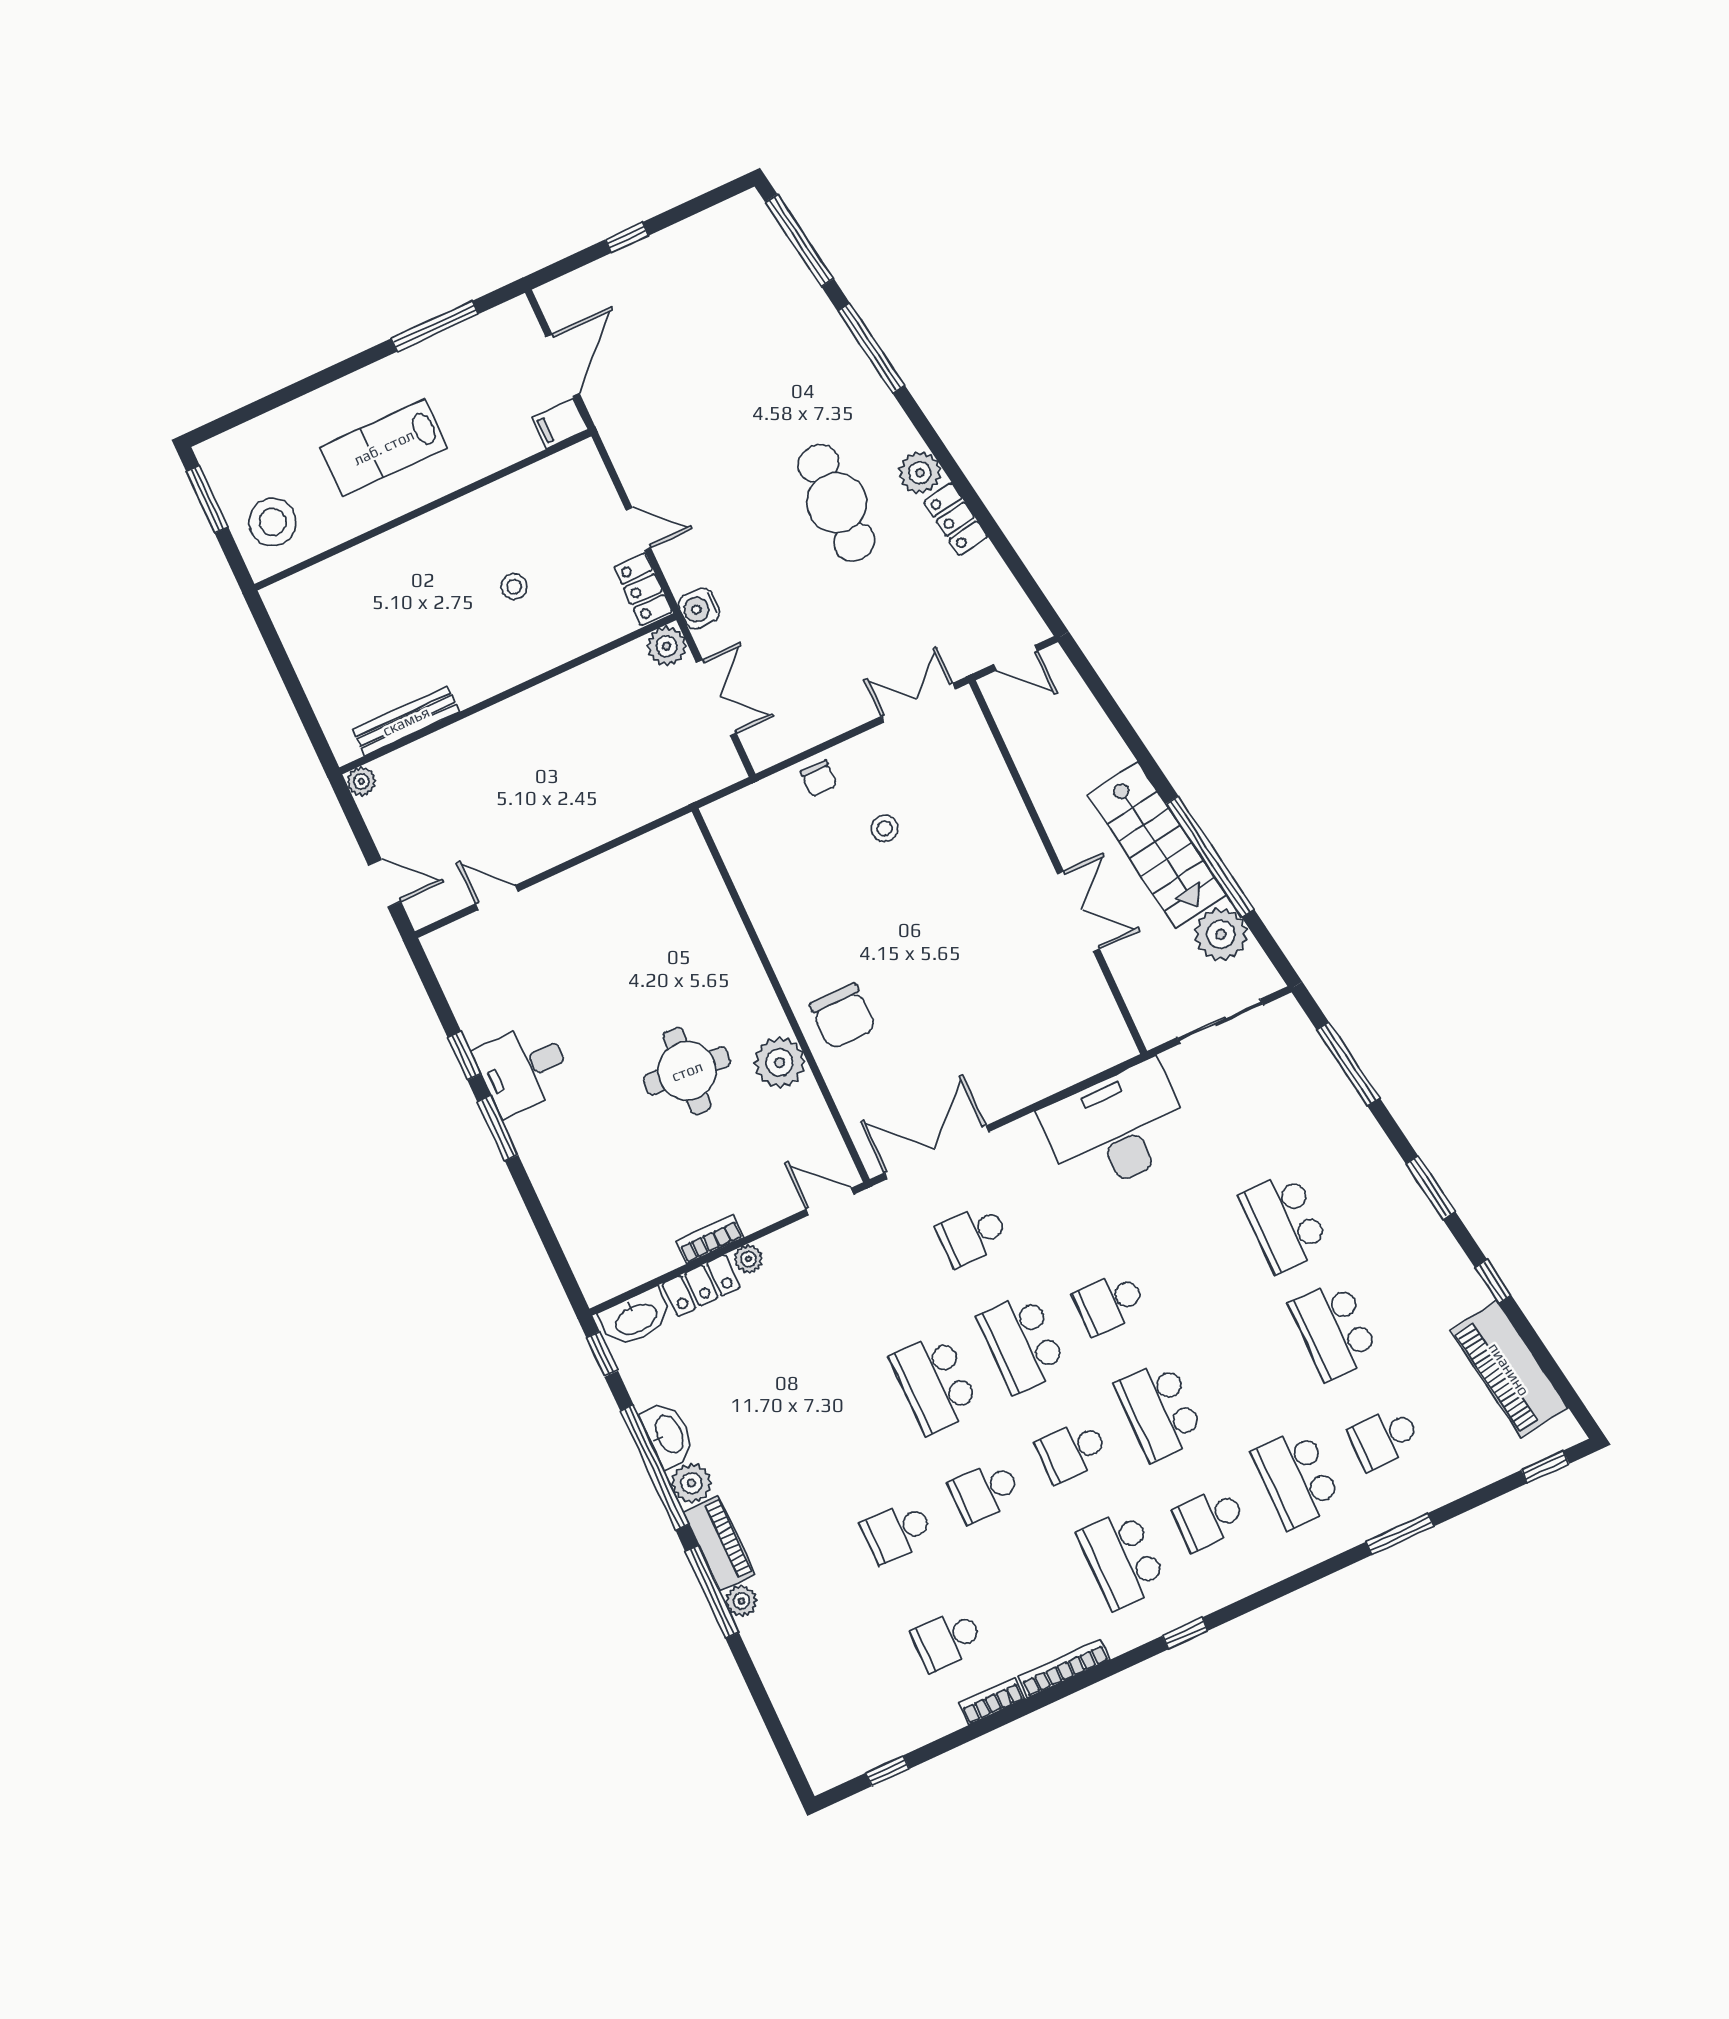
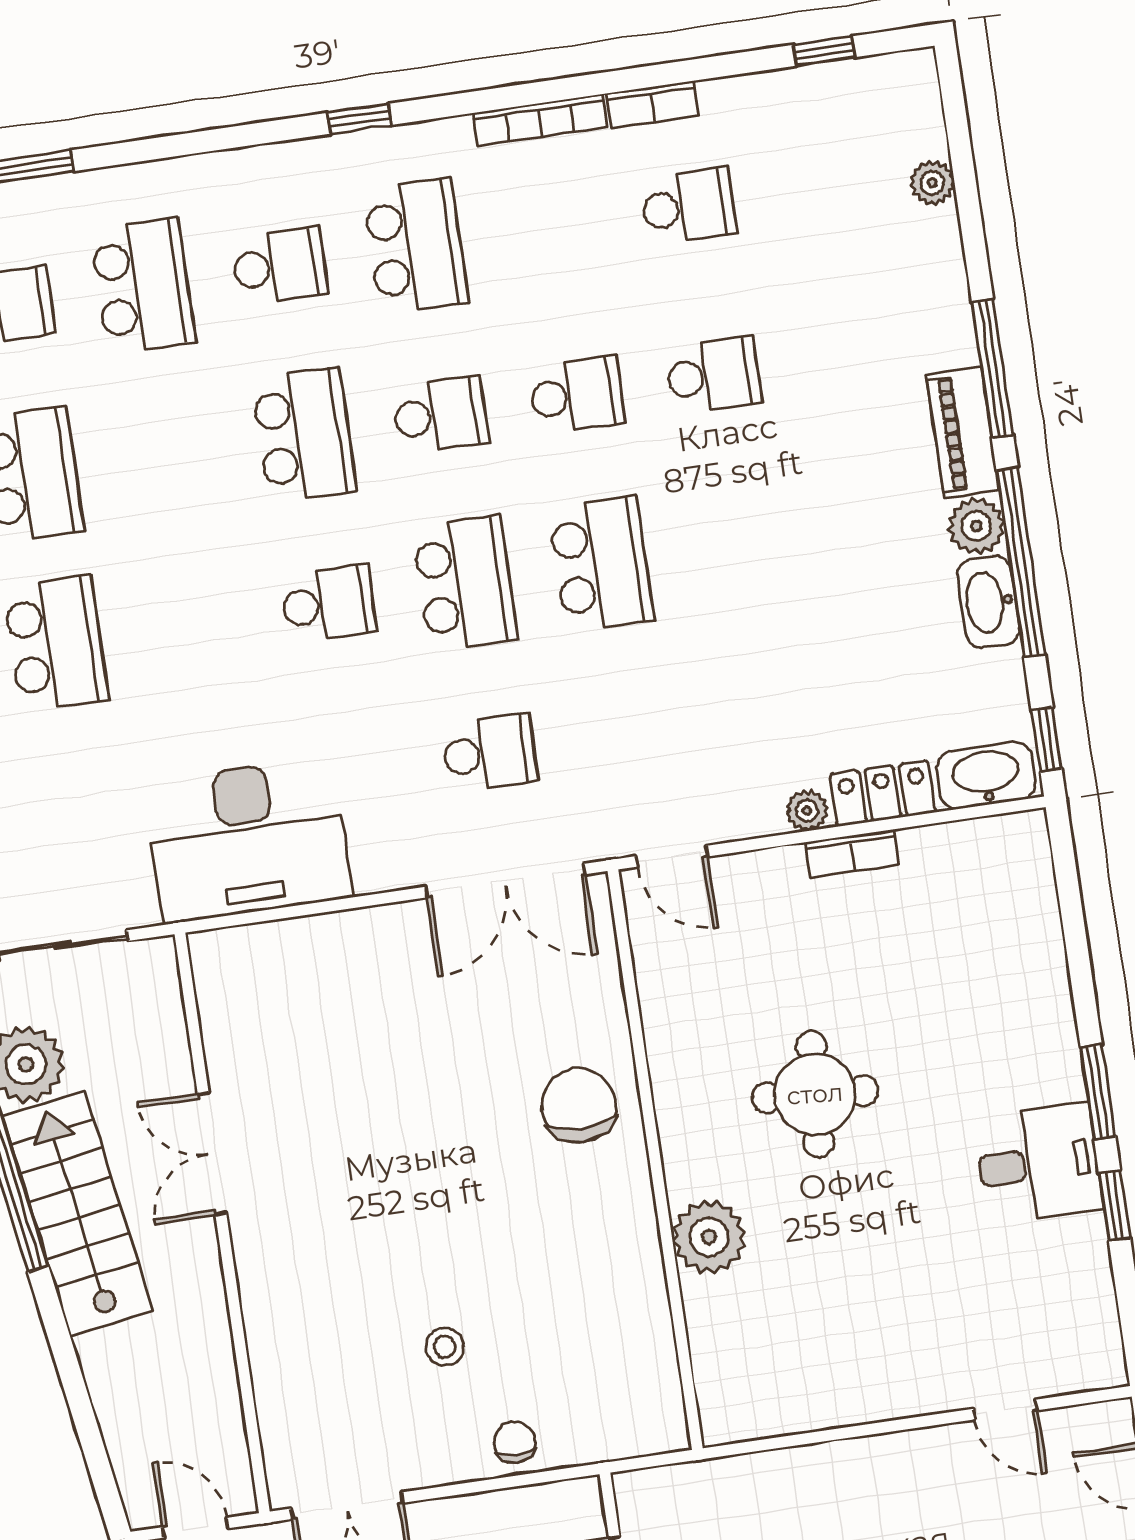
plant: (779, 1063) -> (709, 1237), moved
plant: (741, 1601) -> (932, 183), moved

